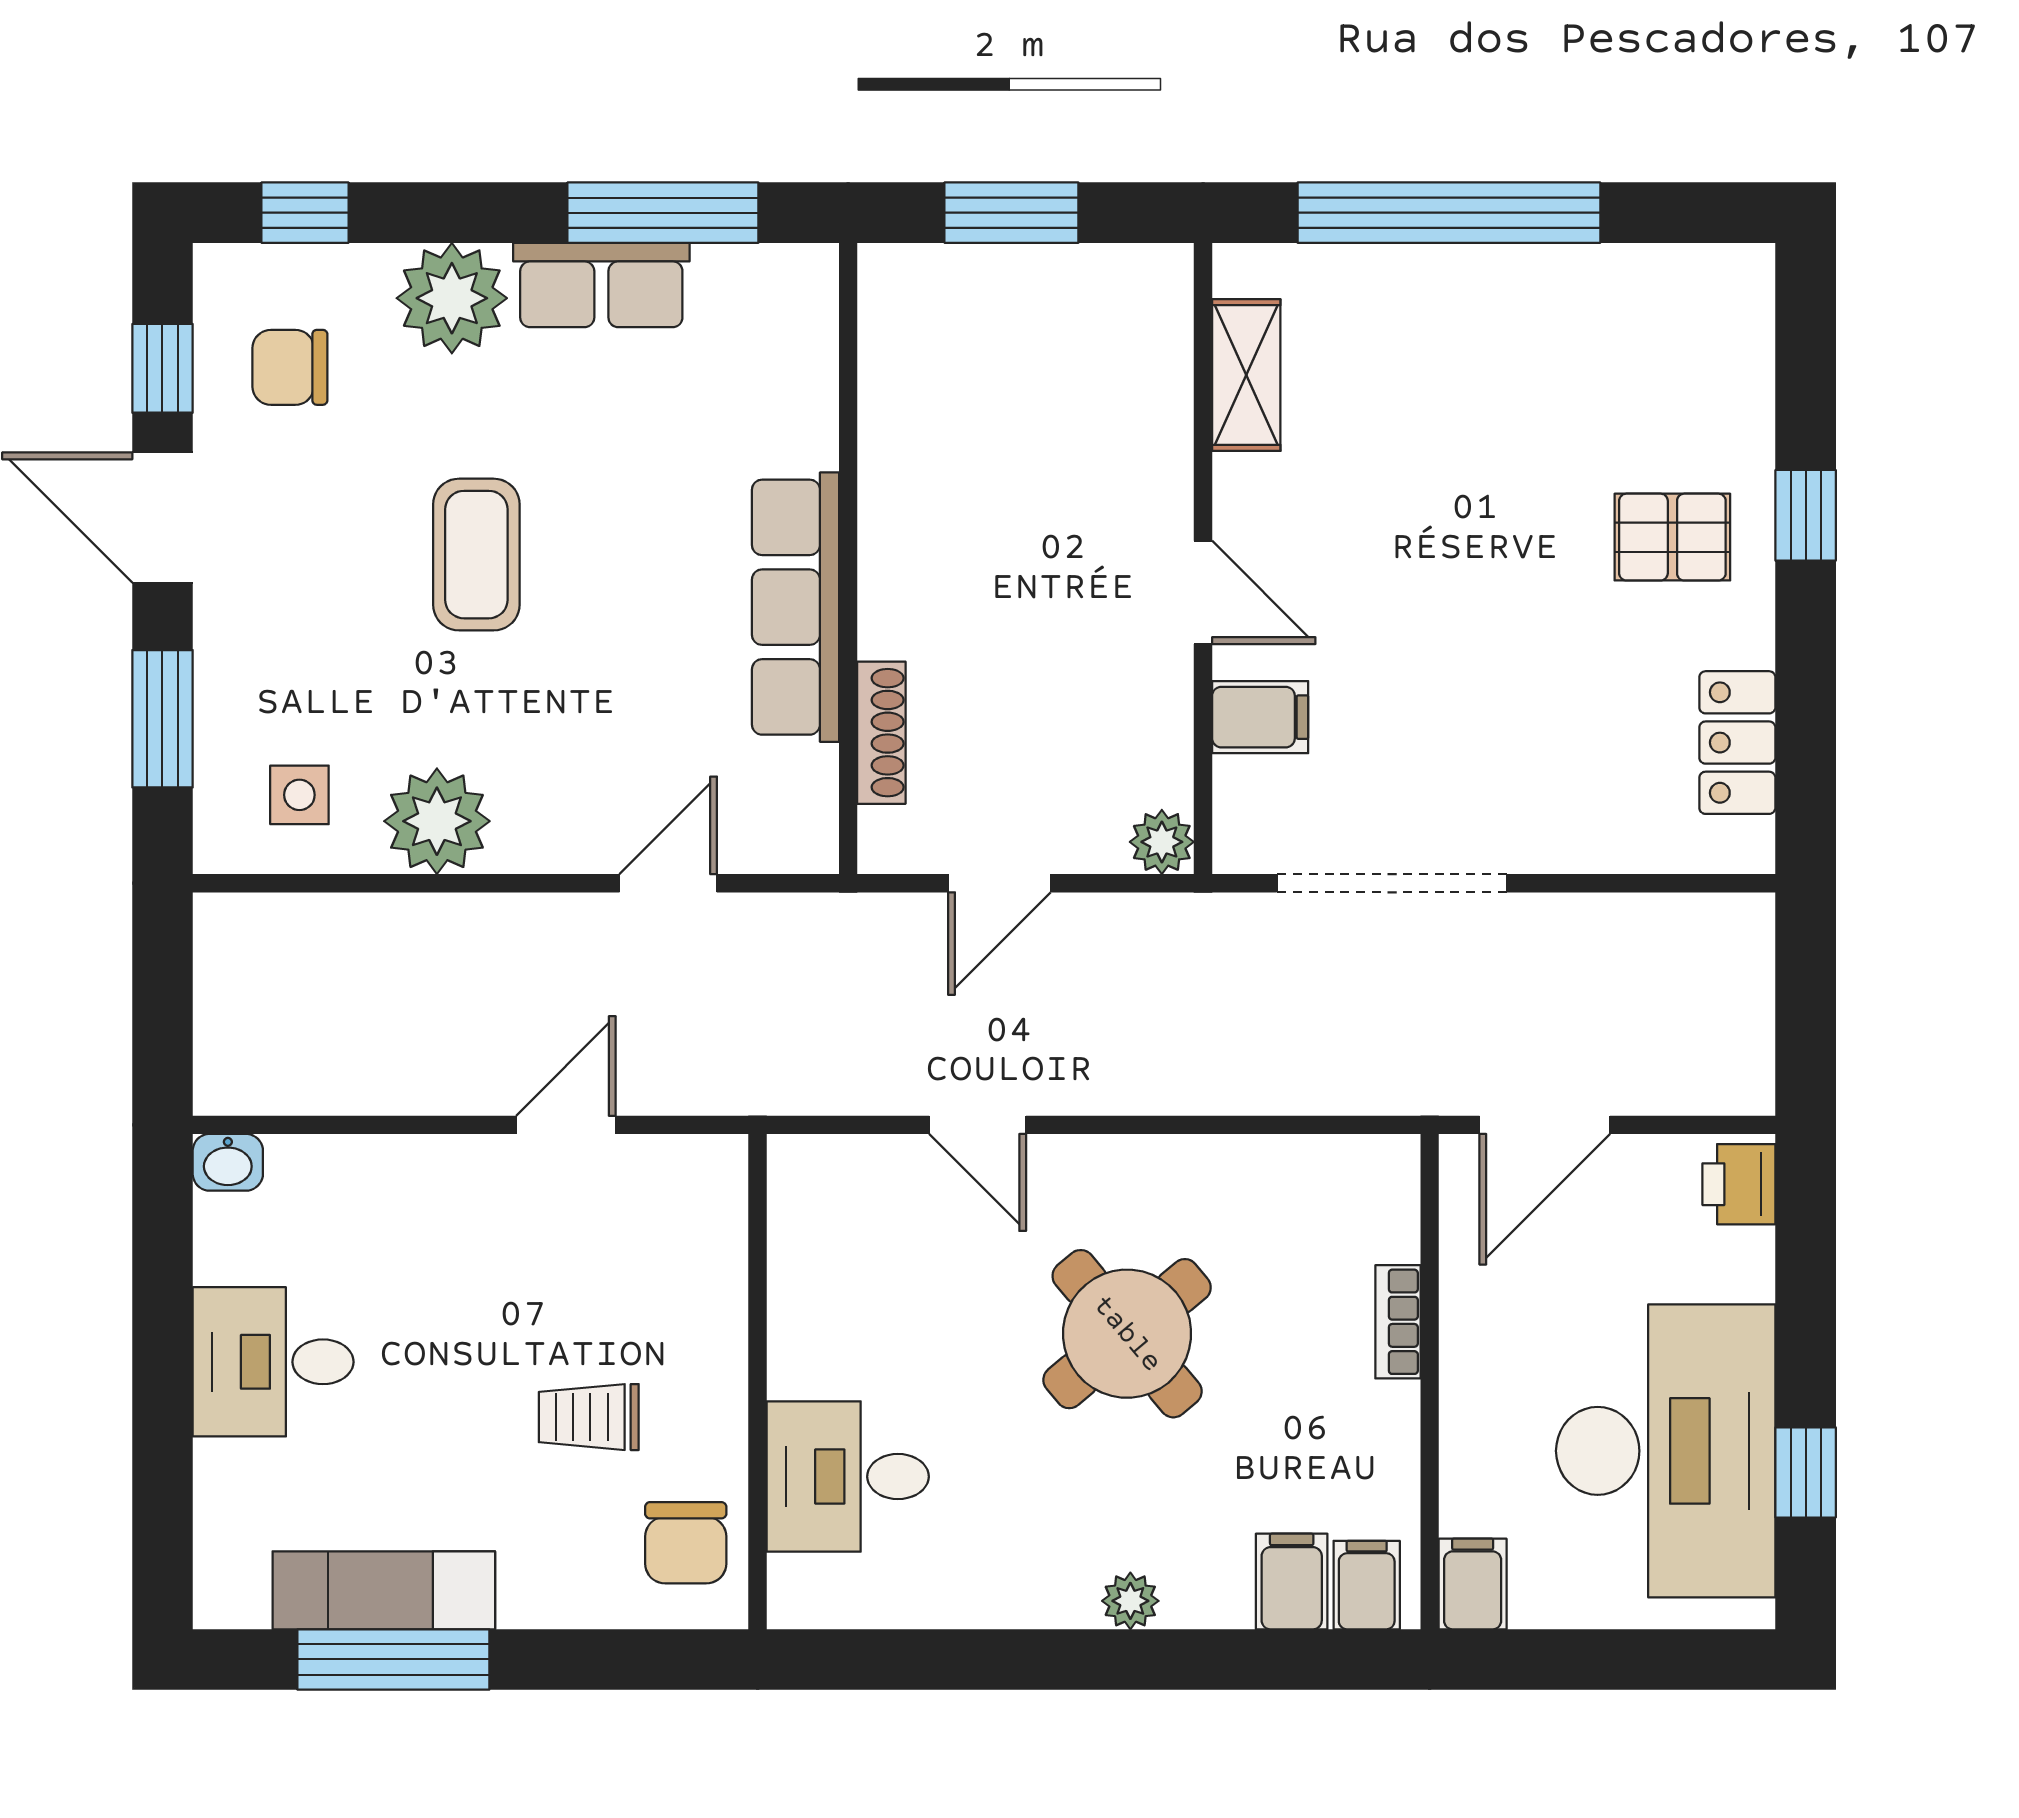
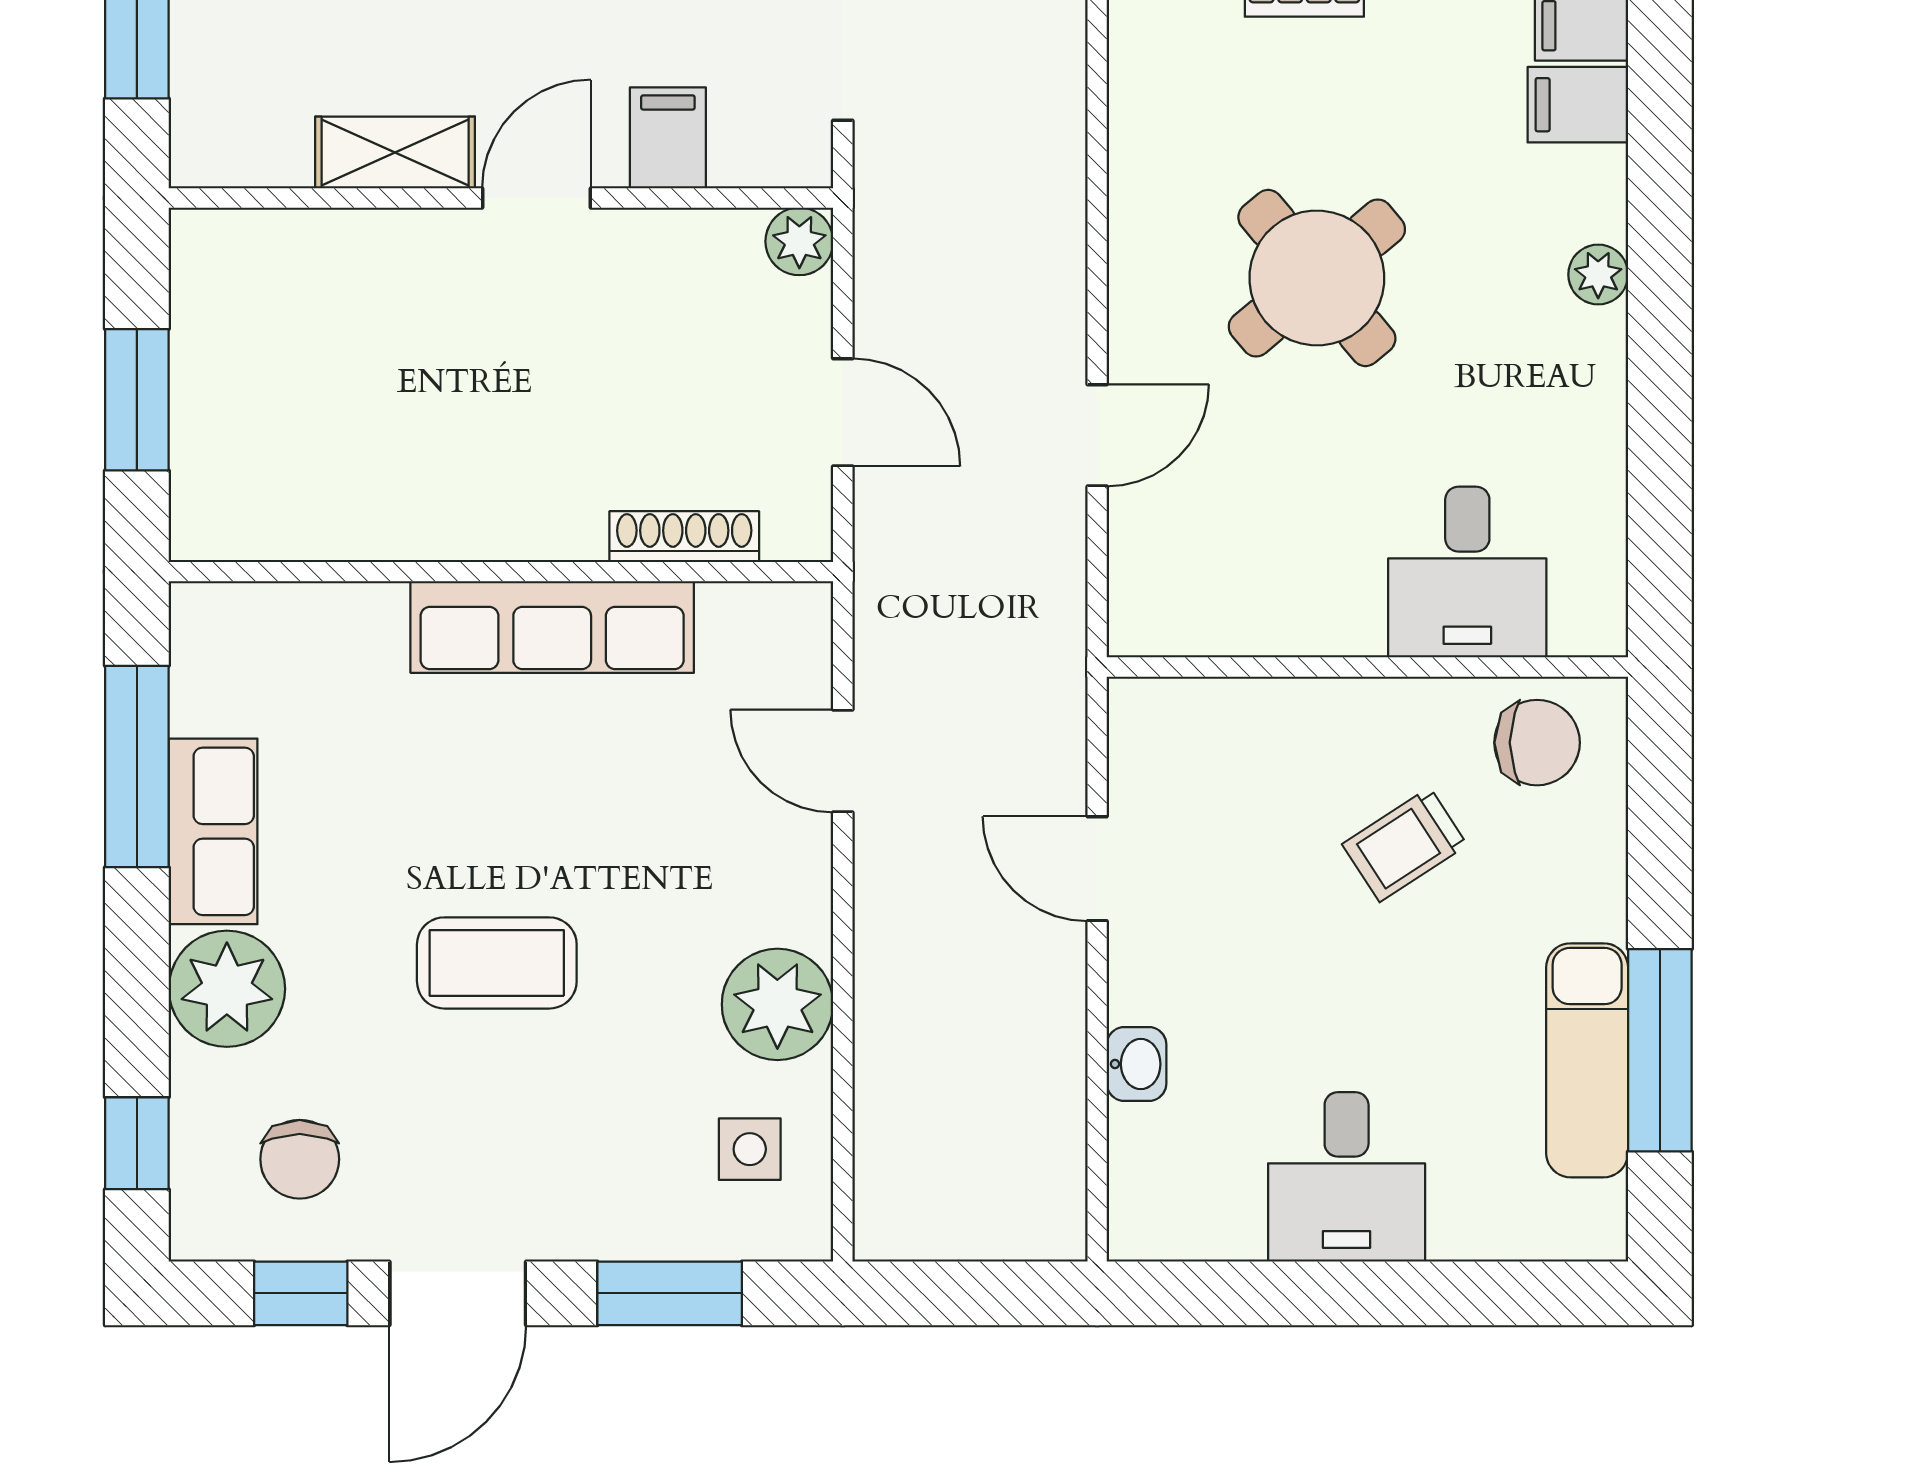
shelving: (1246, 375) -> (395, 153), moved
washbasin: (228, 1162) -> (1137, 1064), moved
trolley: (589, 1417) -> (1405, 845), turned 57

